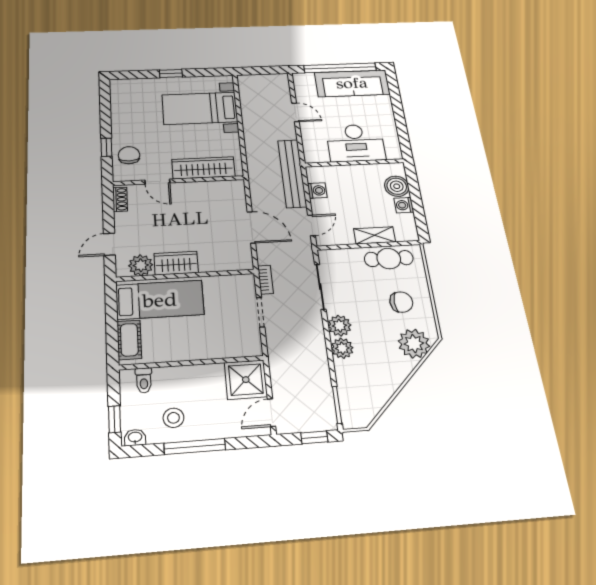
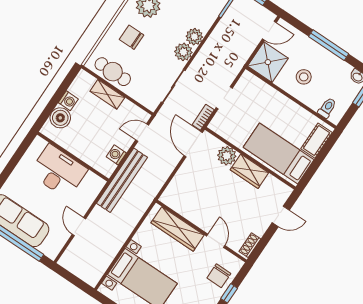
door: (251, 227) -> (193, 144), moved
plant: (141, 265) -> (227, 156), moved
stool: (173, 418) -> (304, 77), moved

